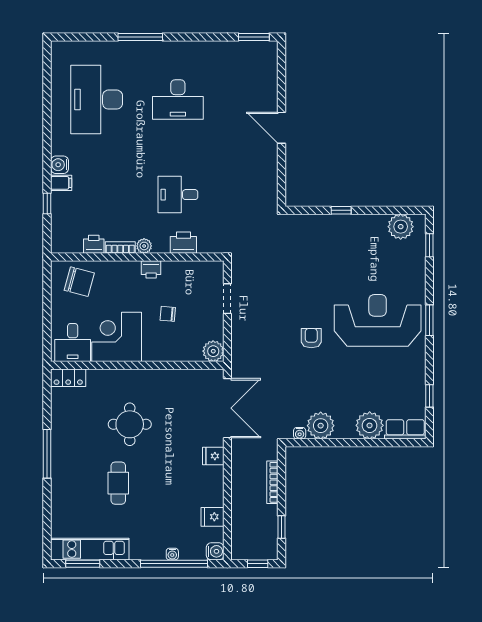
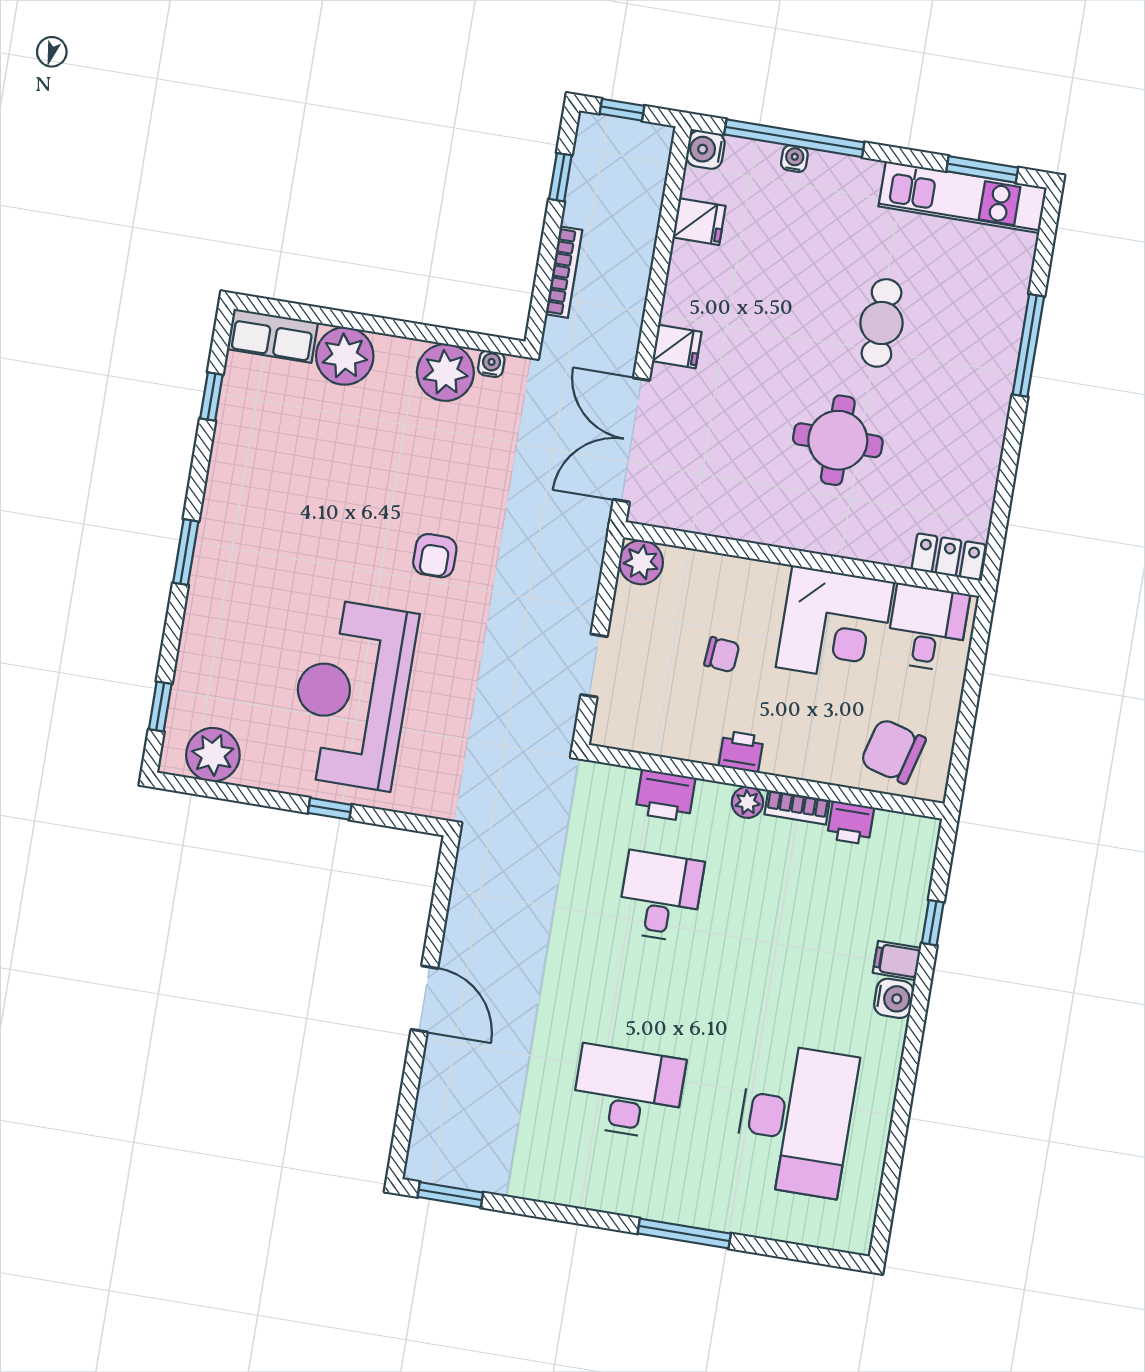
desk: (178, 195) -> (660, 896), turned -90
reception desk: (378, 320) -> (352, 694), moved, turned 90
window: (47, 454) -> (1028, 345), moved

